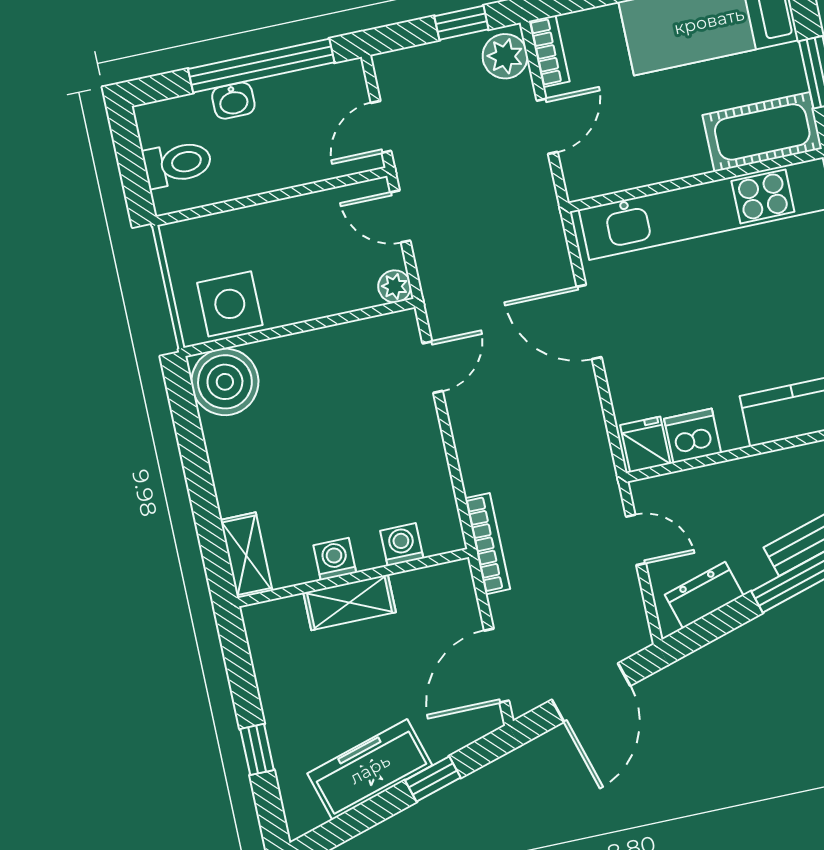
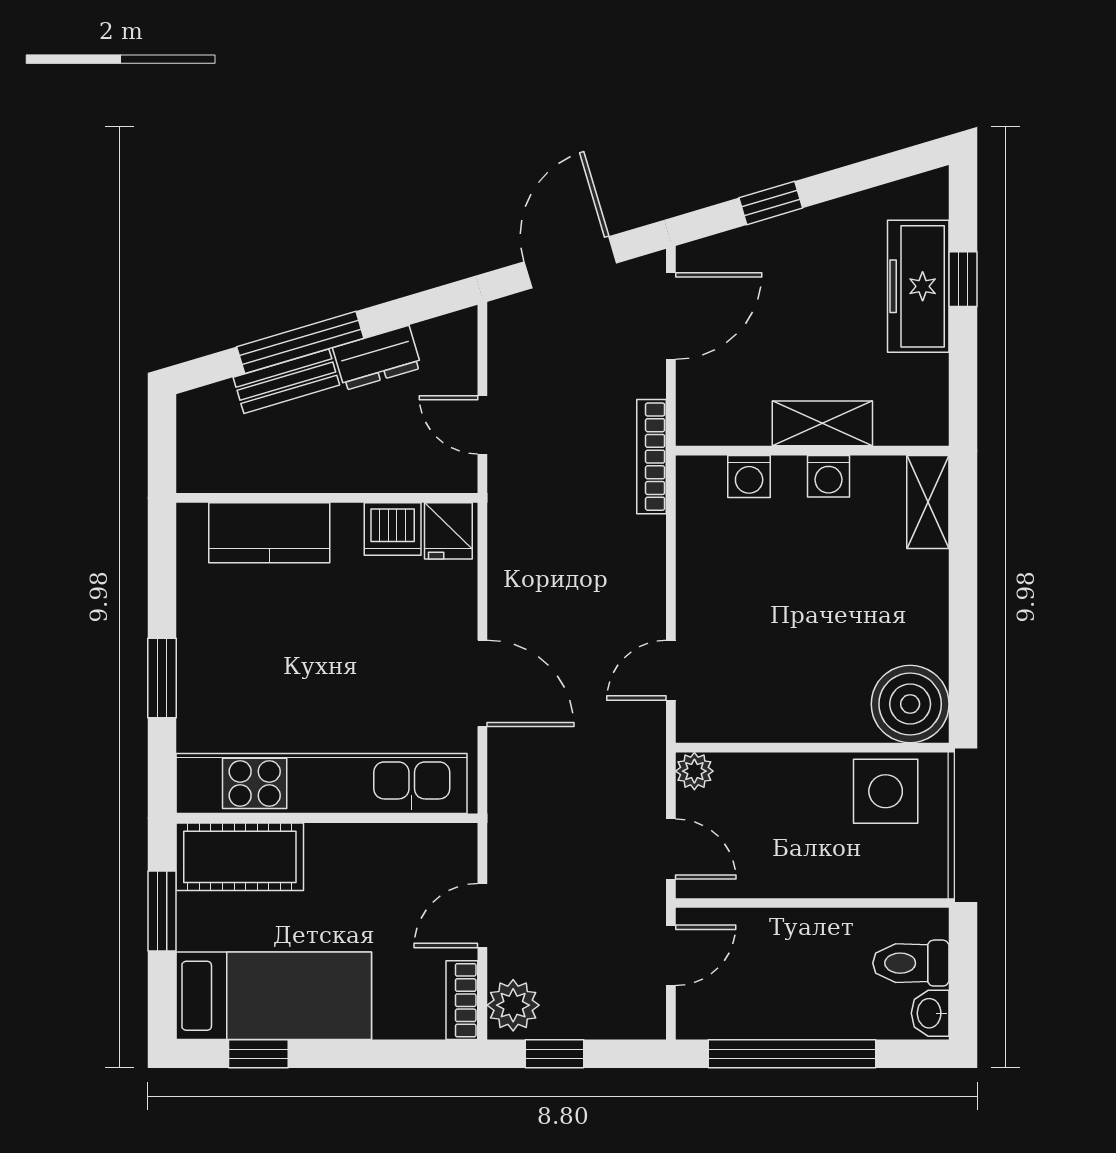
washbasin: (233, 101) -> (930, 1013), moved, turned -90
dresser: (704, 595) -> (377, 358), moved
freezer: (370, 769) -> (918, 286), moved, turned 107

